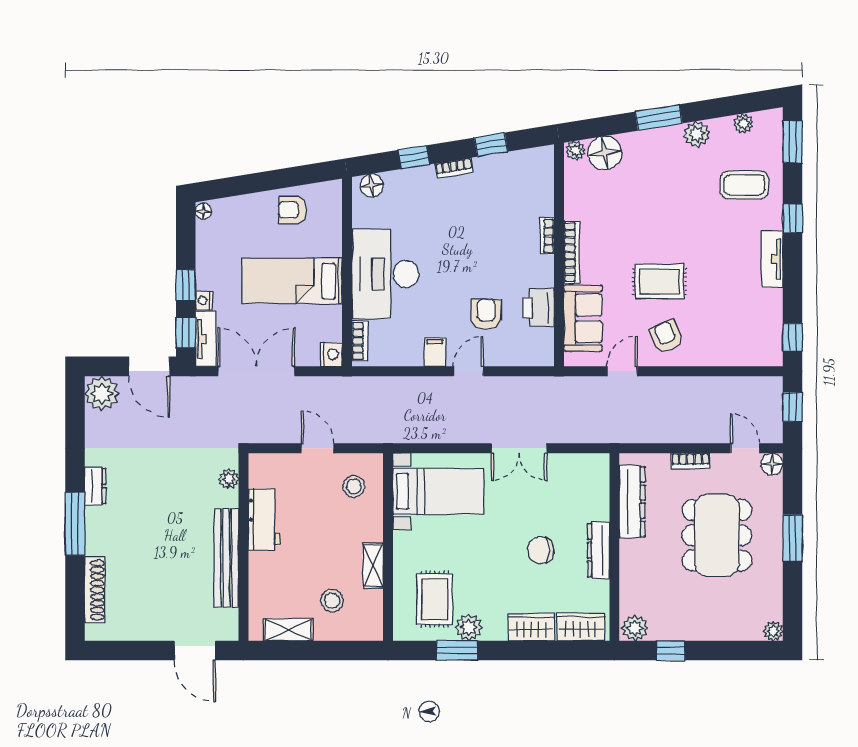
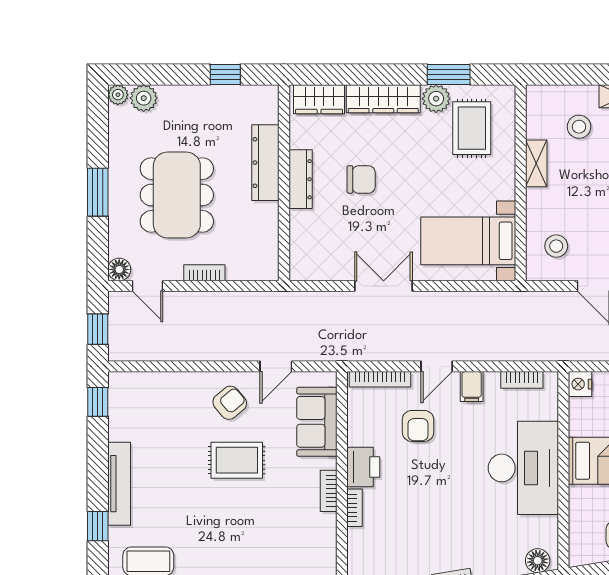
bookcase: (572, 252) -> (329, 491), width x0.64
tv unit: (772, 259) -> (119, 484), width x1.41
printer: (538, 308) -> (363, 467), moved
armchair: (666, 337) -> (230, 403), turned -106
bookcase: (360, 341) -> (522, 380), moved, turned -90
bookcase: (522, 359) -> (380, 379), added
dresser: (632, 502) -> (265, 163), moved
wardrobe: (531, 627) -> (383, 99), width x1.50
plant: (635, 628) -> (144, 98), moved

